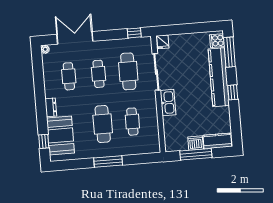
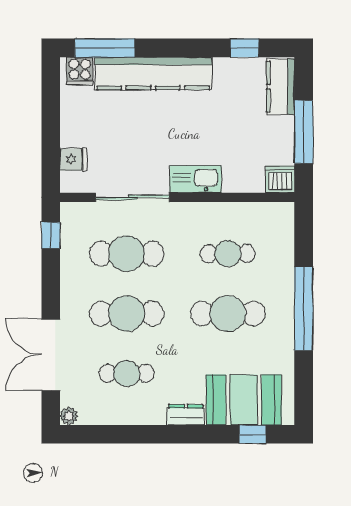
fridge: (163, 42) -> (73, 160), moved
cafe table: (99, 74) -> (127, 314), width x1.37, depth x1.35
window: (233, 92) -> (244, 48), moved
dishwasher: (196, 143) -> (280, 179), moved, turned 90
window: (108, 161) -> (304, 309), width x1.46

